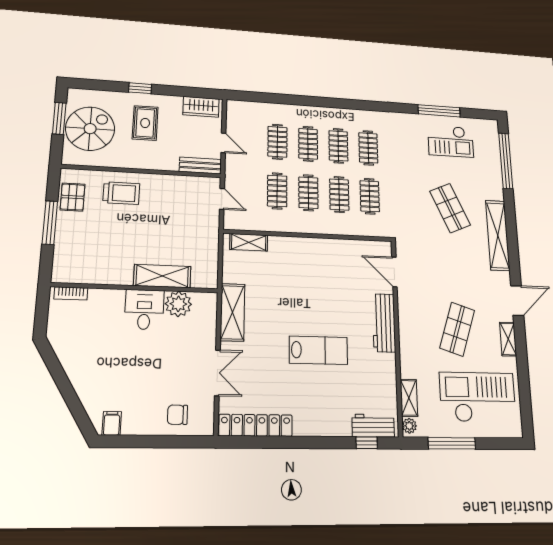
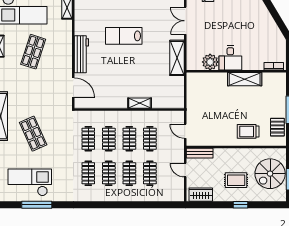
rug: (145, 123) -> (236, 180), turned 90
checkout: (451, 141) -> (30, 182), width x1.36, depth x1.21
shelving: (249, 242) -> (140, 103), moved
shelving: (162, 276) -> (245, 79), moved

